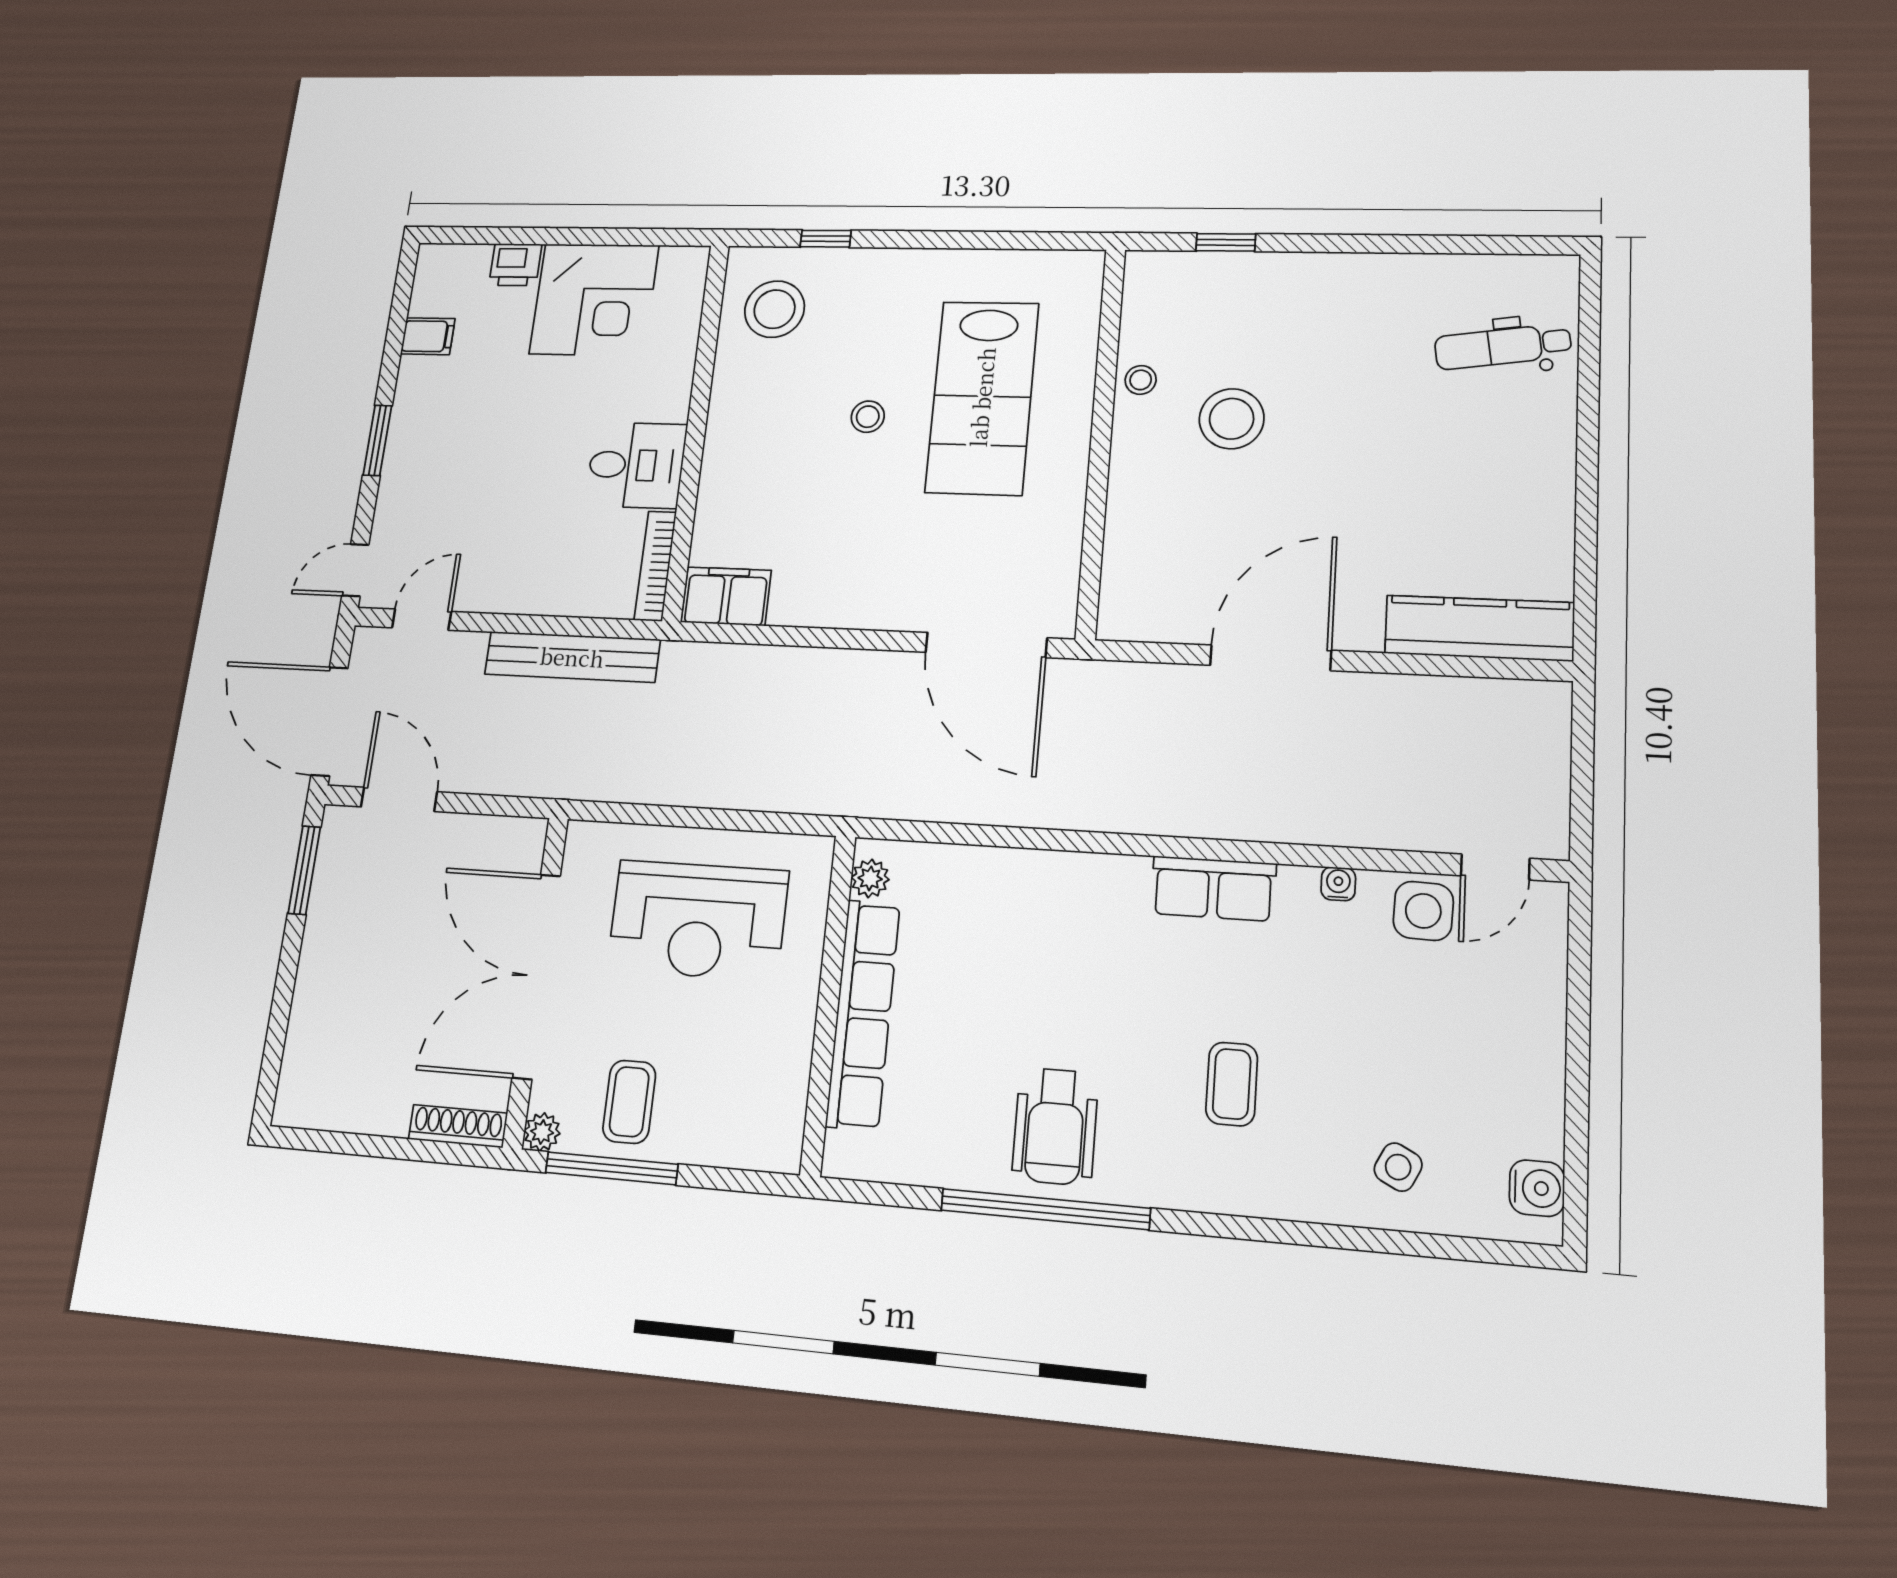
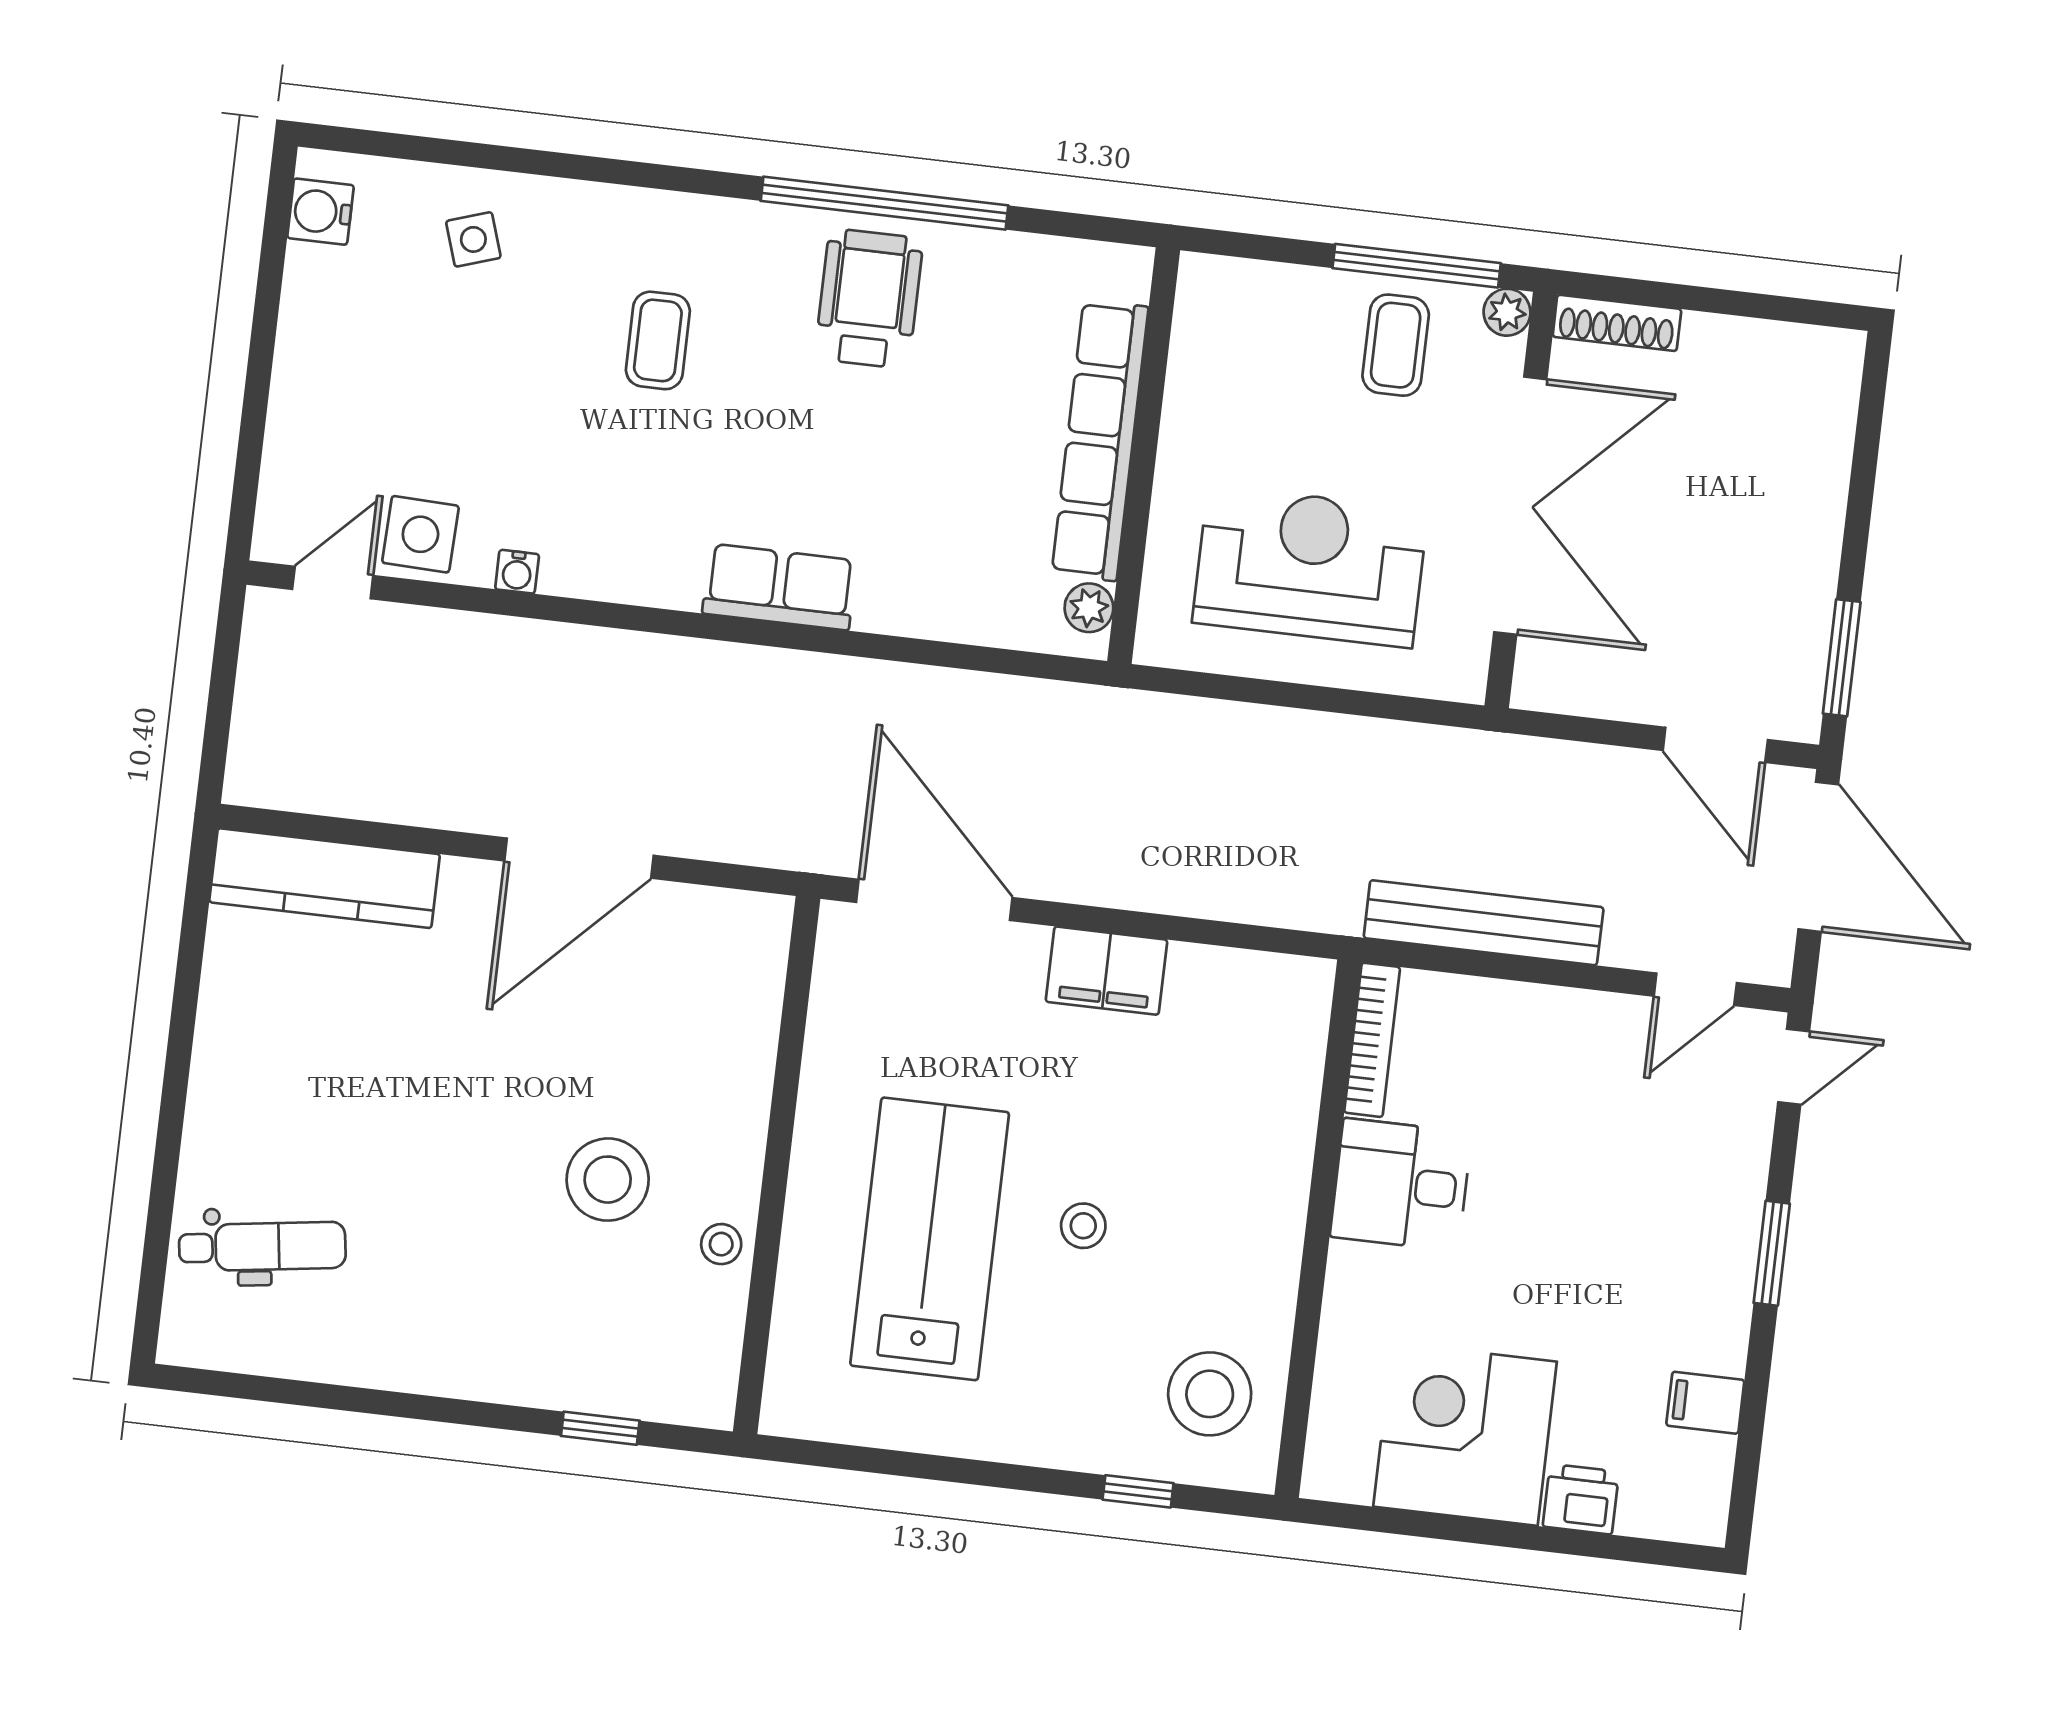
filing cabinet: (726, 596) -> (1106, 971), moved
row of seats: (1213, 888) -> (779, 587), moved
side table: (1398, 1167) -> (473, 239), turned 45

